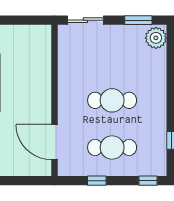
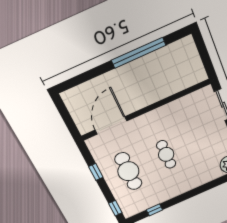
cafe table: (112, 100) -> (166, 154), width x0.73, depth x0.74

